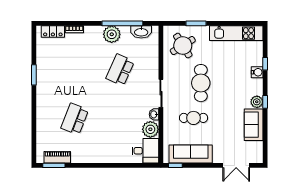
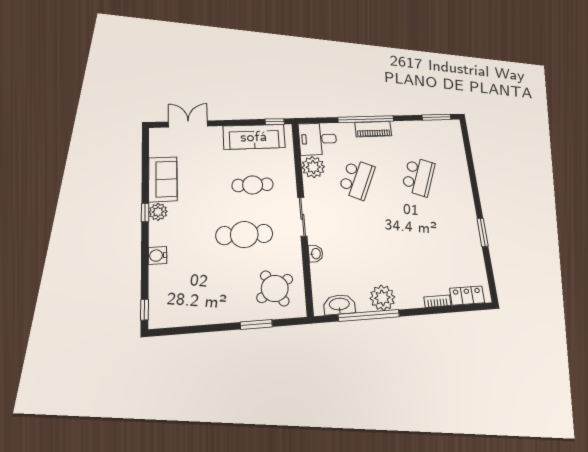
kitchen unit: (236, 33) -> (192, 314), removed
window: (265, 64) -> (144, 310), moved
school desk: (120, 70) -> (357, 179), moved
cafe table: (201, 83) -> (244, 234), turned 90
washbasin: (154, 114) -> (316, 254), moved
piano: (57, 157) -> (373, 129), moved
window: (108, 165) -> (366, 119), added

